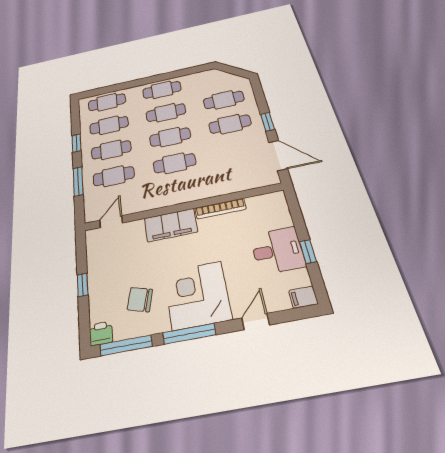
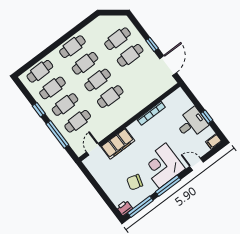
door: (278, 155) -> (168, 66), hinge flipped
window: (78, 181) -> (57, 134), width x1.44
filing cabinet: (171, 225) -> (118, 144), moved
window: (83, 285) -> (100, 190), removed
door: (256, 321) -> (196, 164), hinge flipped

